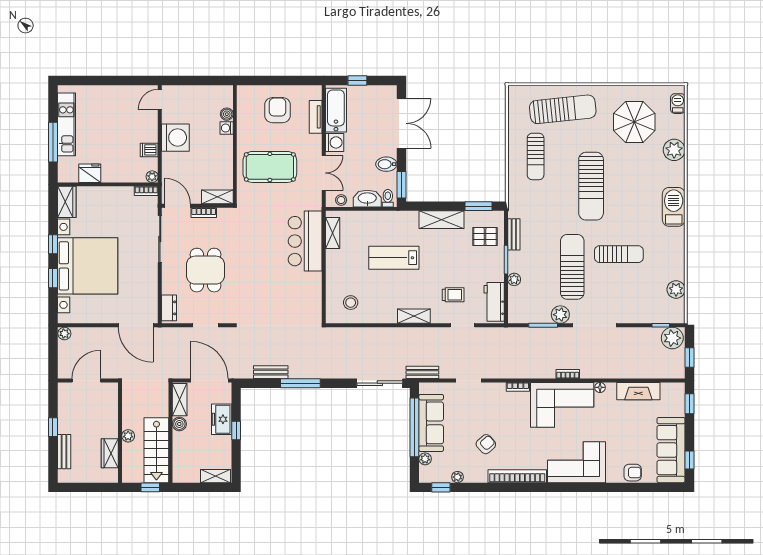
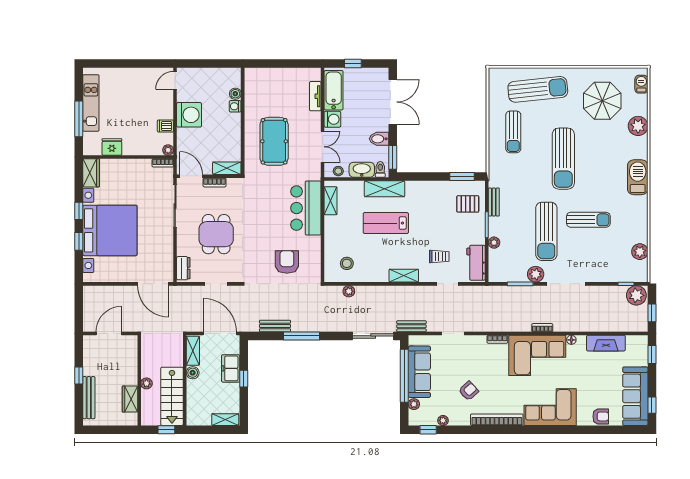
armchair: (278, 110) -> (287, 262), moved
pool table: (270, 167) -> (274, 141), turned 90
shelving: (442, 220) -> (385, 189), moved
sun lounger: (572, 267) -> (546, 231), turned 180
plant: (64, 334) -> (349, 291), moved
bench: (64, 452) -> (89, 398), width x1.36

